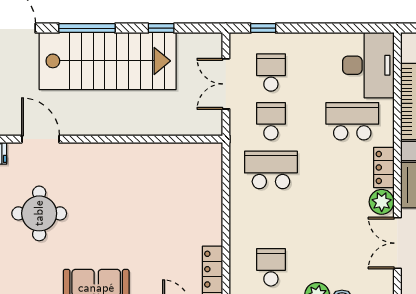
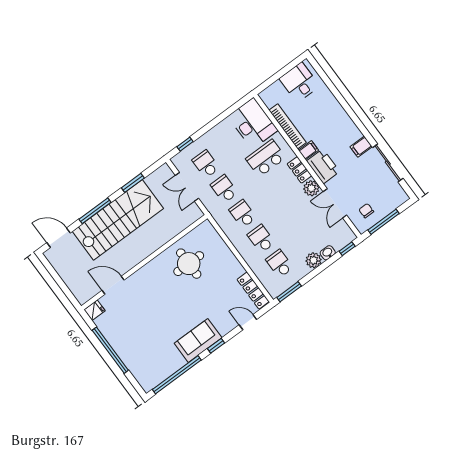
window: (161, 28) -> (133, 183), width x1.50
school desk: (271, 170) -> (243, 214), width x0.54
round table: (39, 213) -> (189, 264), moved
school desk: (271, 219) -> (261, 239), added

